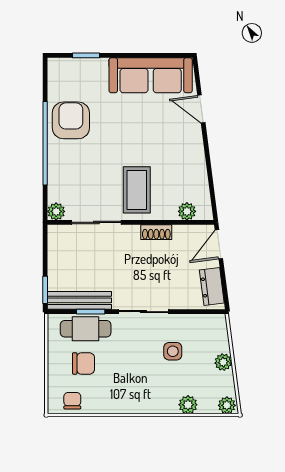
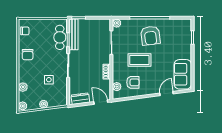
sofa: (151, 75) -> (183, 74), width x0.73
armchair: (71, 120) -> (150, 36), moved, turned 83
armchair: (178, 178) -> (133, 82), added
coffee table: (137, 190) -> (139, 60), moved
chair: (83, 363) -> (28, 55), moved

